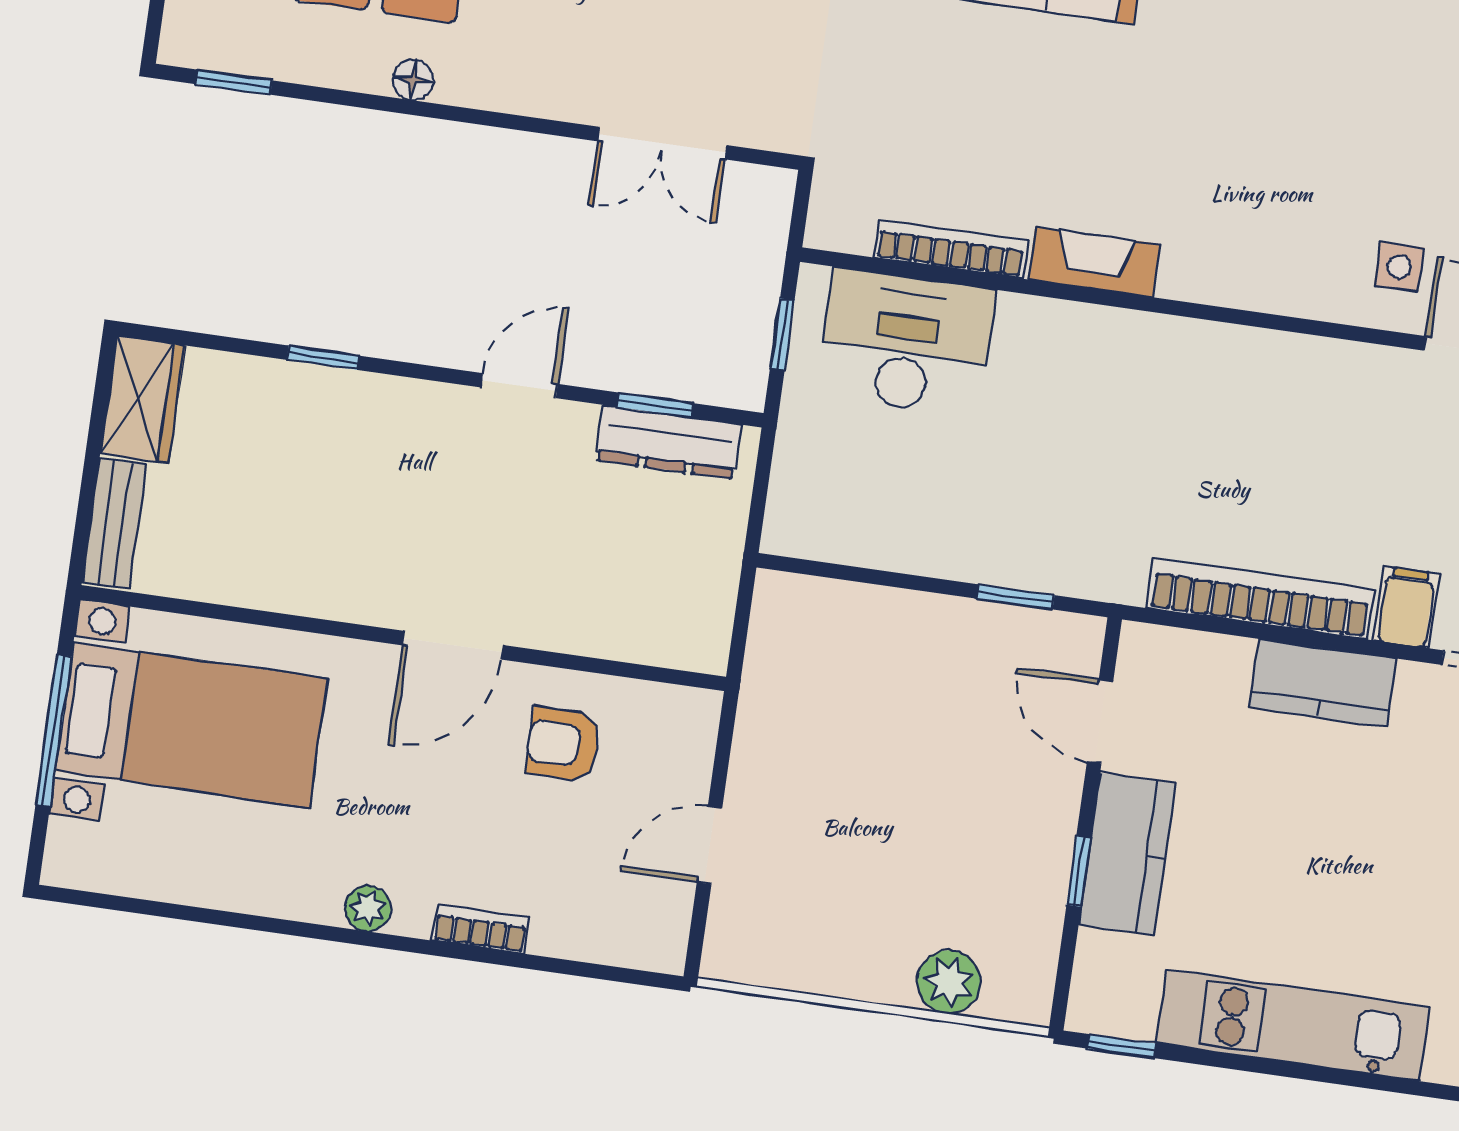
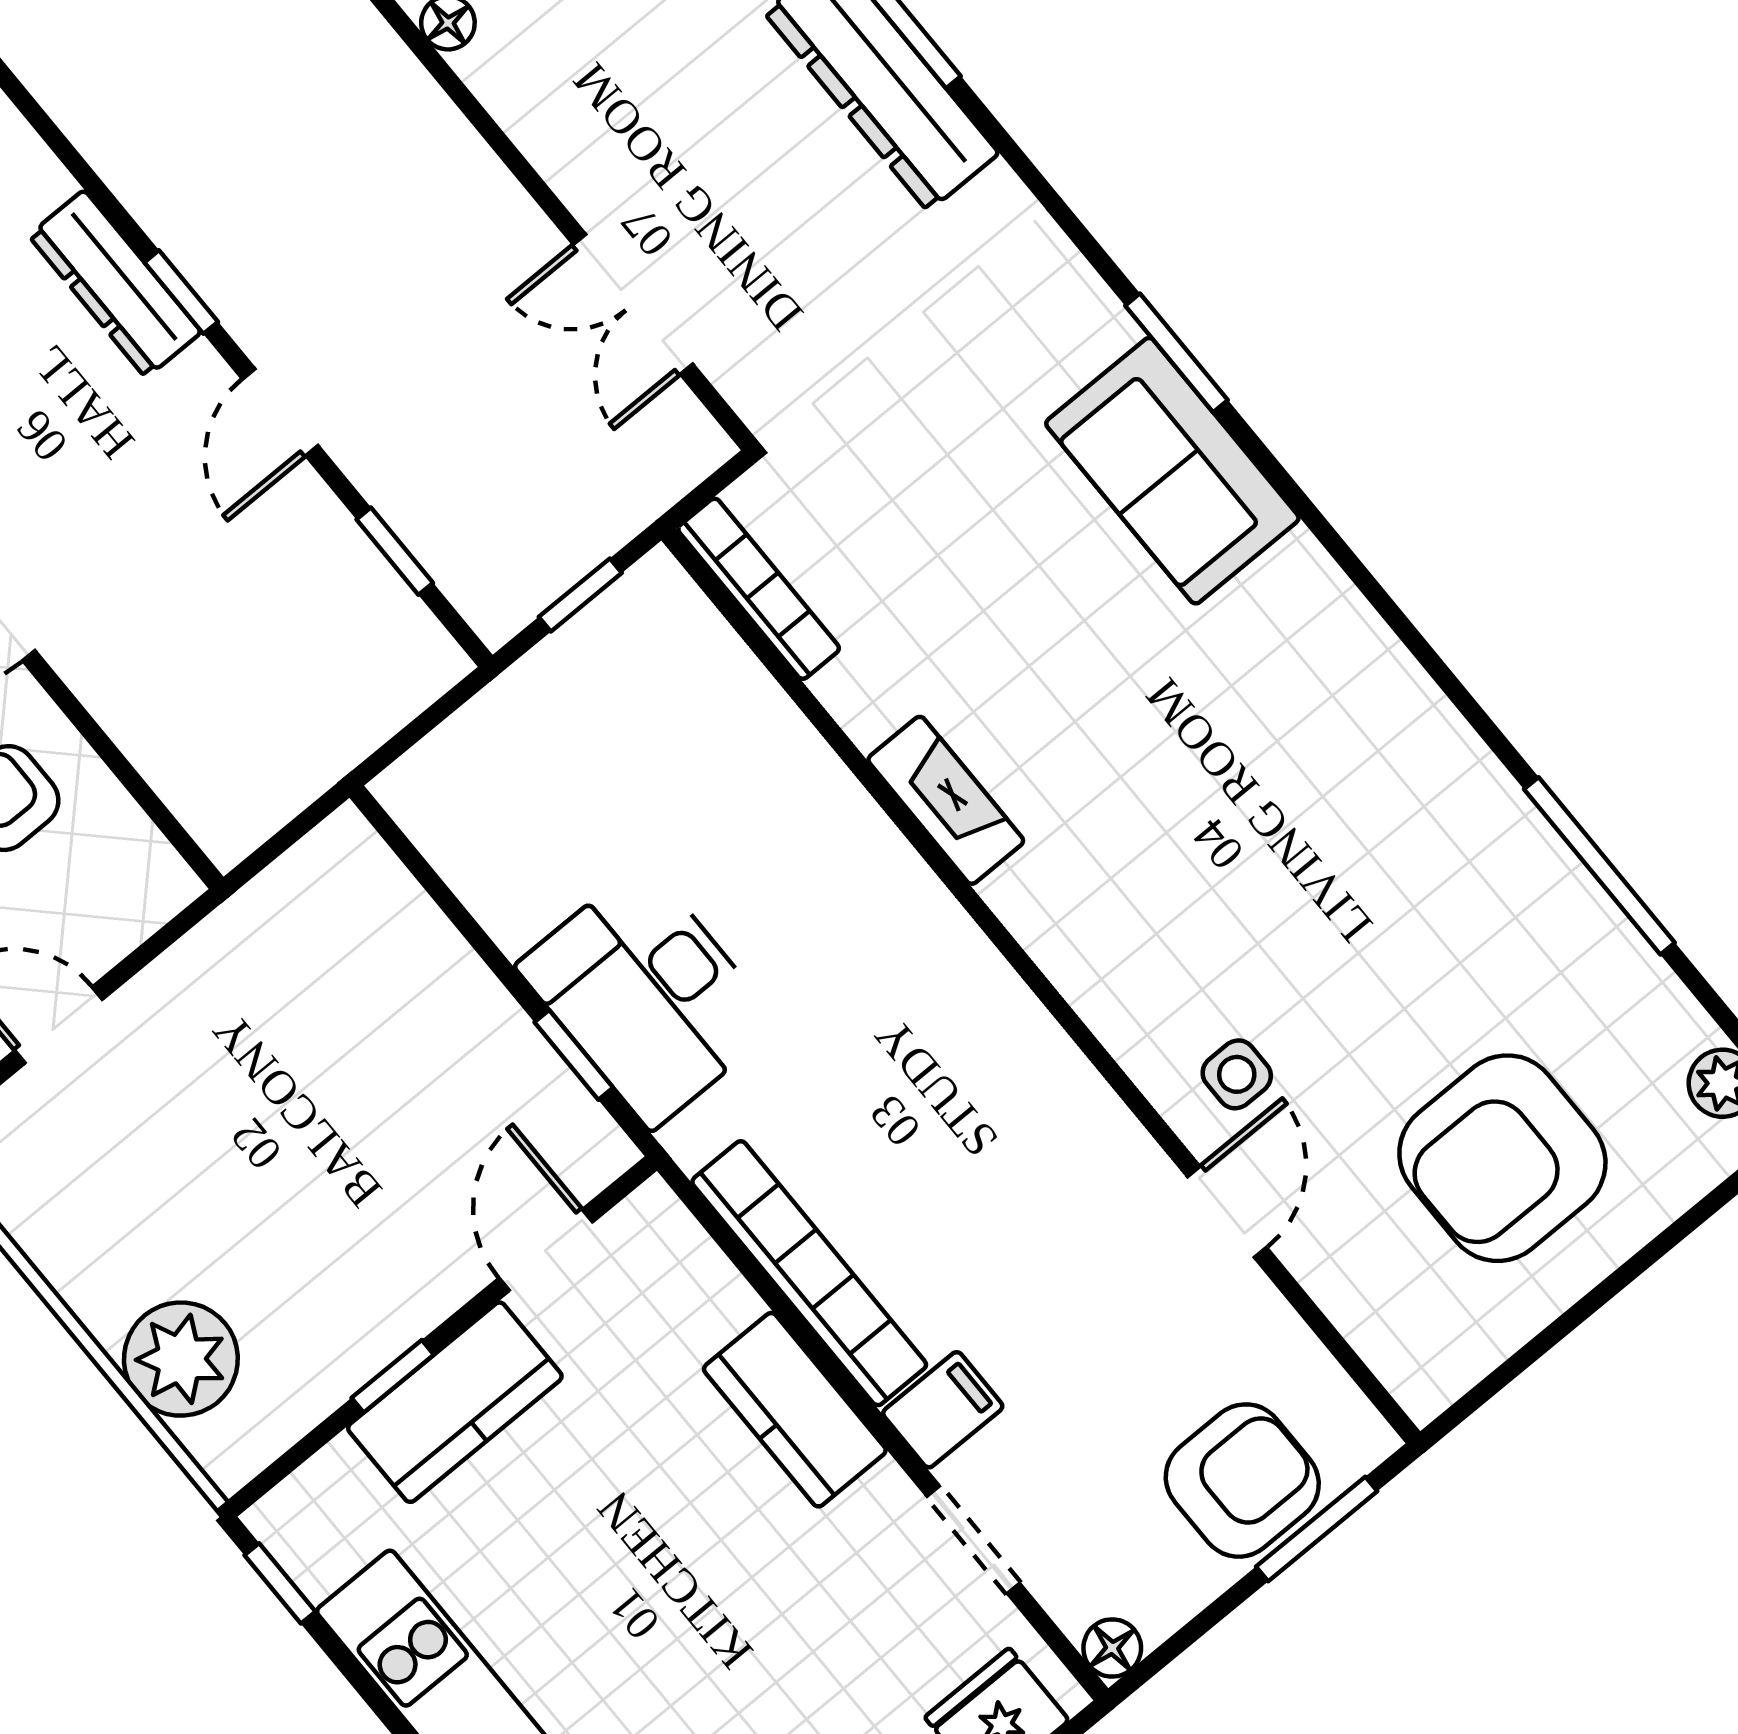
bookcase: (951, 249) -> (759, 589), moved
desk: (906, 343) -> (648, 996), moved, turned 180
window: (323, 358) -> (181, 292), moved
door: (519, 386) -> (280, 412), swing flipped
dresser: (669, 442) -> (115, 284), moved
plant: (949, 982) -> (181, 1359), width x1.36, depth x1.36

